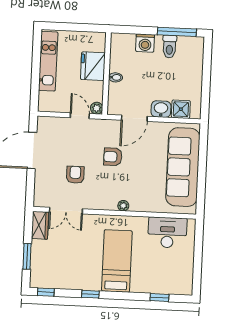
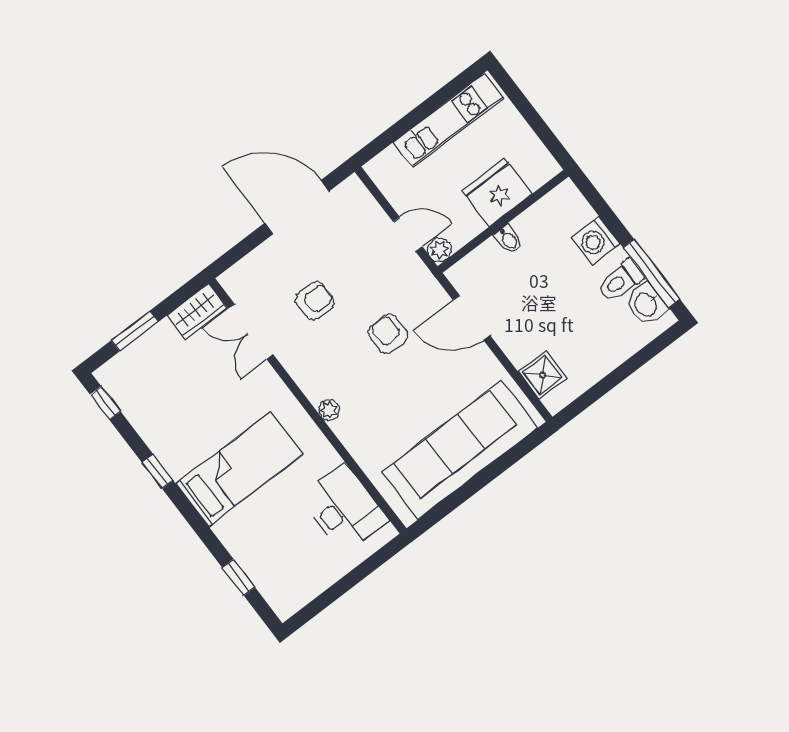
washbasin: (161, 109) -> (646, 304), moved, turned 180
door: (80, 116) -> (408, 234), hinge flipped

